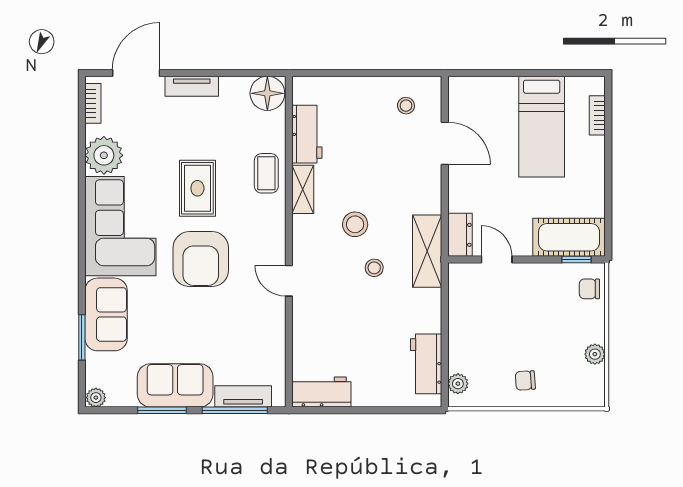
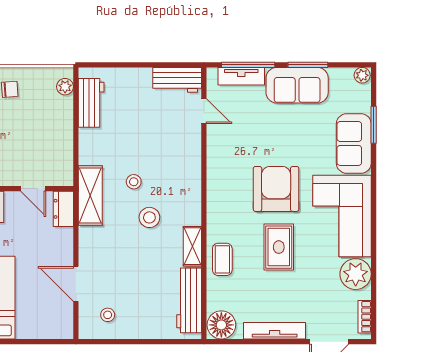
tv unit: (192, 86) -> (275, 331), width x1.41
workbench: (307, 134) -> (189, 300), width x1.38
door: (289, 281) -> (204, 111), moved

